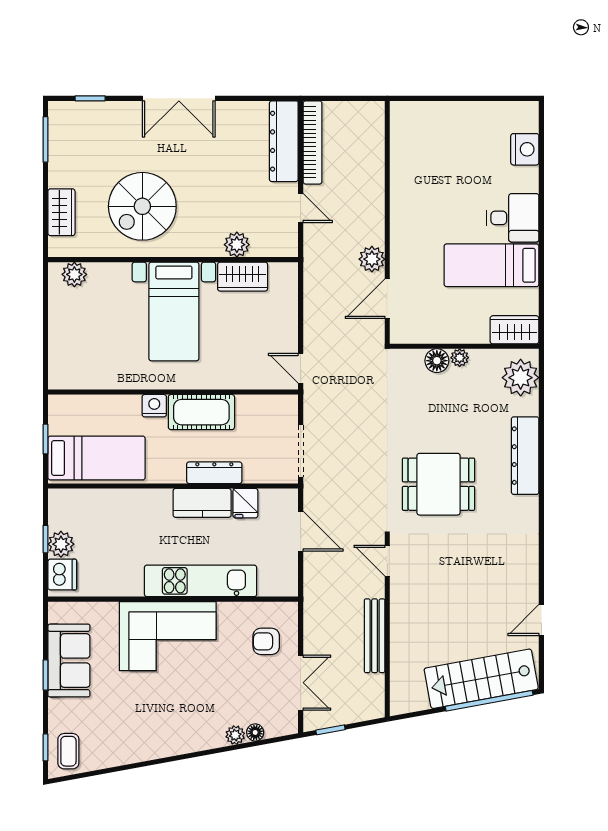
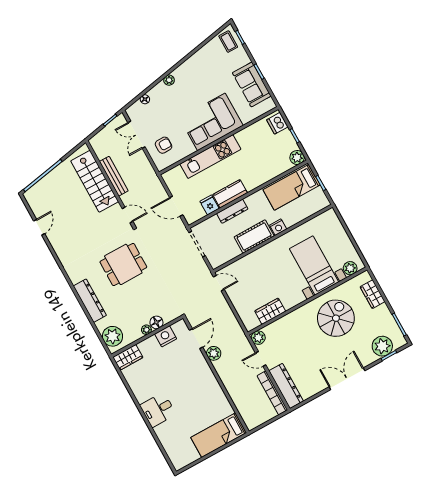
plant: (92, 119) -> (382, 346), added
nightstand: (525, 149) -> (166, 336), moved, turned 90
plant: (237, 245) -> (258, 338), moved
bed: (492, 265) -> (219, 435), moved, turned 180
bed with nightstands: (174, 311) -> (314, 265), moved
plant: (61, 544) -> (297, 157), moved
stairs: (481, 679) -> (95, 181), moved, turned 100
plant: (235, 735) -> (169, 80), moved

